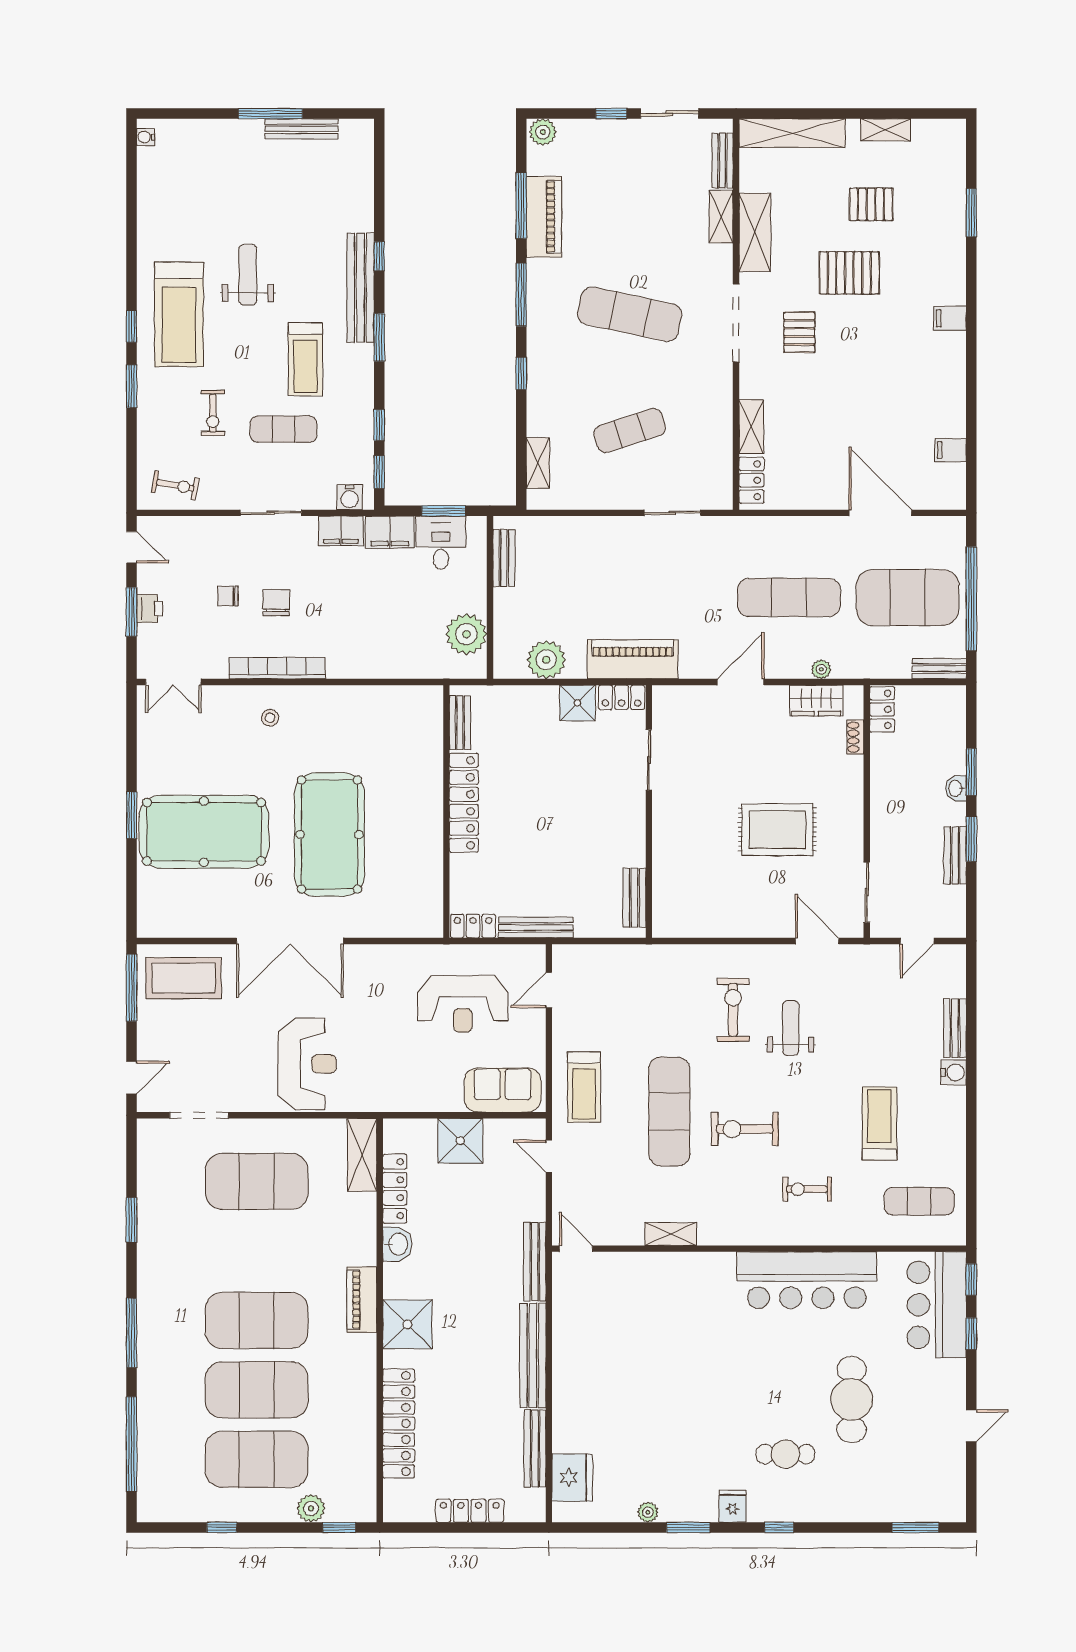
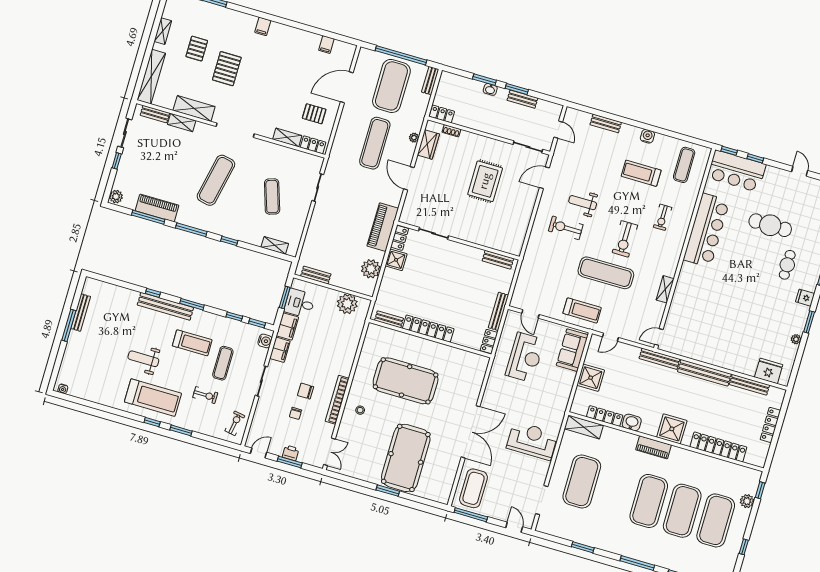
pallet: (799, 332) -> (314, 114), moved
pool table: (329, 835) -> (406, 381), moved
water cooler: (954, 1072) -> (647, 136), moved

